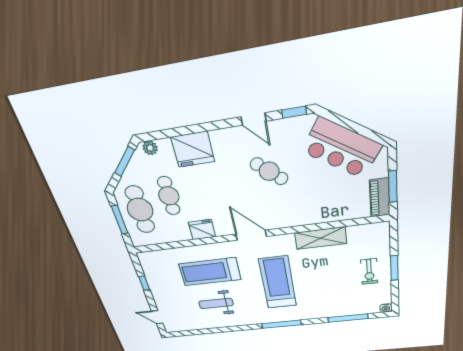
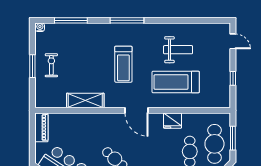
window: (393, 187) -> (32, 135), removed
treadmill: (210, 272) -> (176, 82), turned 180
treadmill: (278, 283) -> (123, 64), width x0.73, depth x0.73

